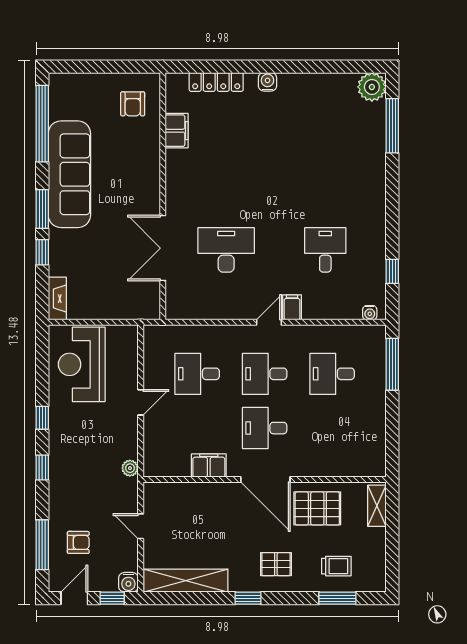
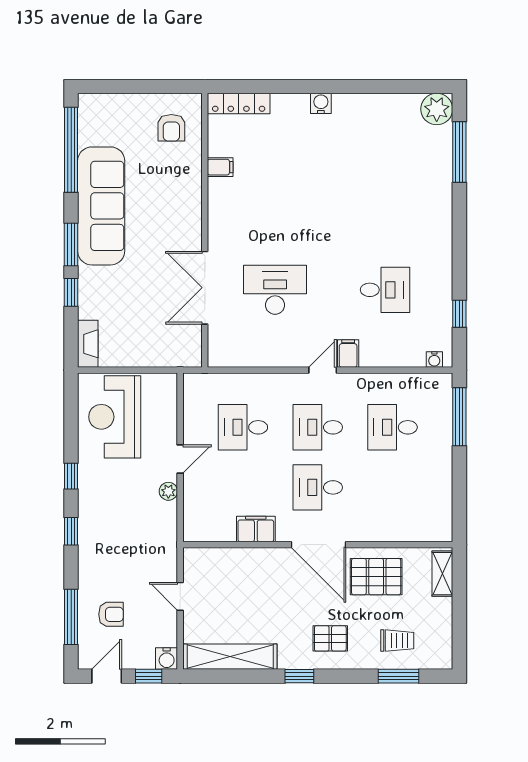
locker: (216, 82) -> (239, 104), moved
filing cabinet: (177, 131) -> (220, 167), width x0.50
desk: (325, 250) -> (385, 290), turned 90
plant: (130, 468) -> (168, 491), moved

